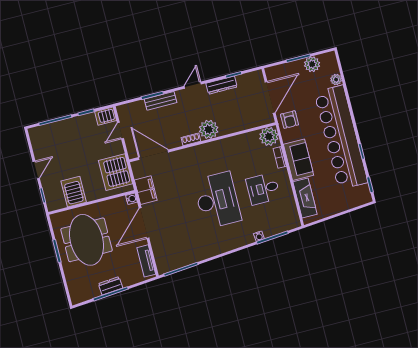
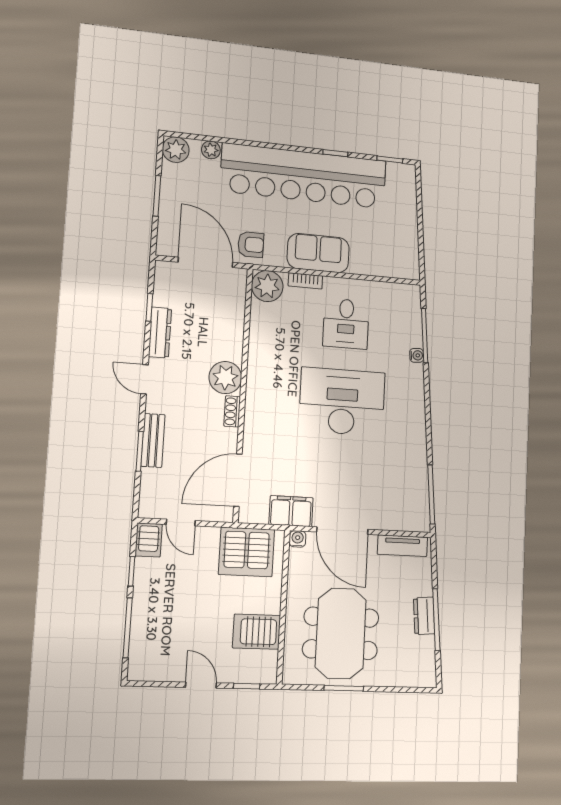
plant: (312, 64) -> (176, 150), moved
fireplace: (305, 198) -> (380, 264), removed
meeting table: (87, 240) -> (341, 633), turned 90

